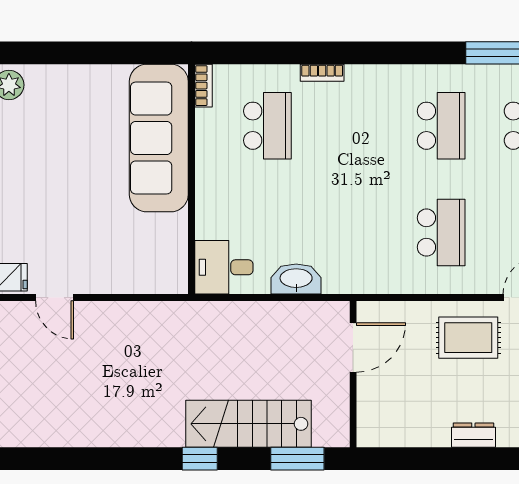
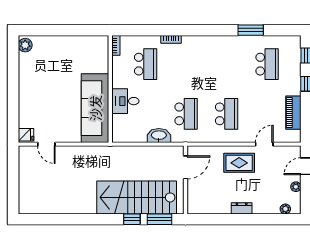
school desk: (441, 126) -> (186, 114), moved
sofa: (159, 138) -> (95, 108), moved
desk: (224, 267) -> (125, 101), moved
stairs: (248, 424) -> (137, 197), width x1.36, depth x1.51
window: (200, 459) -> (132, 219), moved

